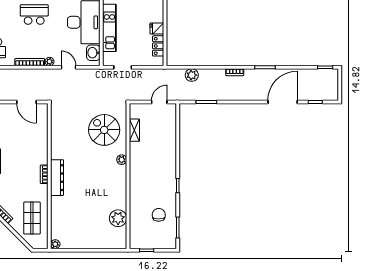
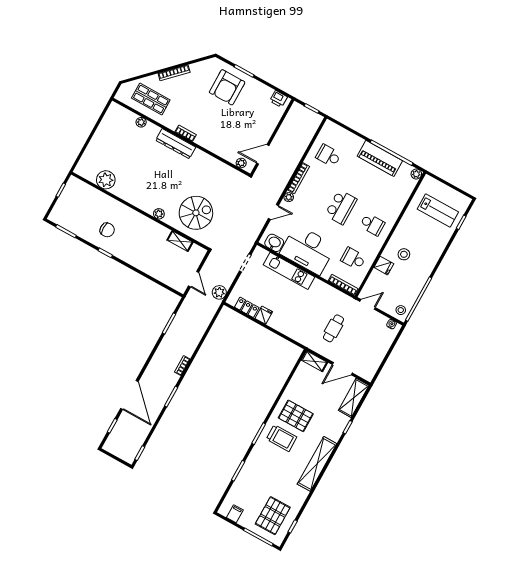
plant: (192, 75) -> (219, 292), moved
plant: (43, 116) -> (241, 163), added
chair: (159, 215) -> (107, 230), moved
plant: (55, 244) -> (141, 122), moved

